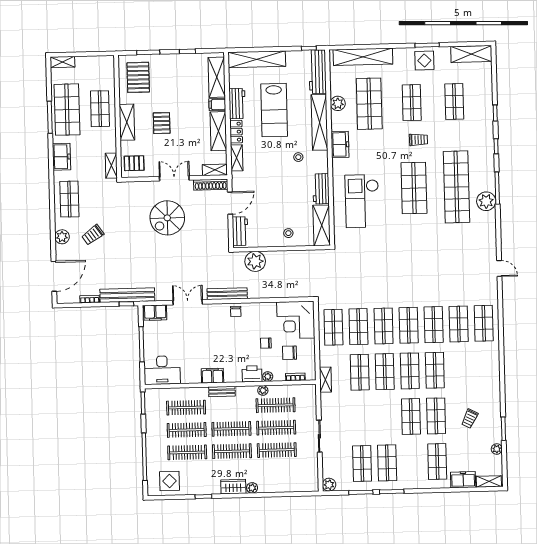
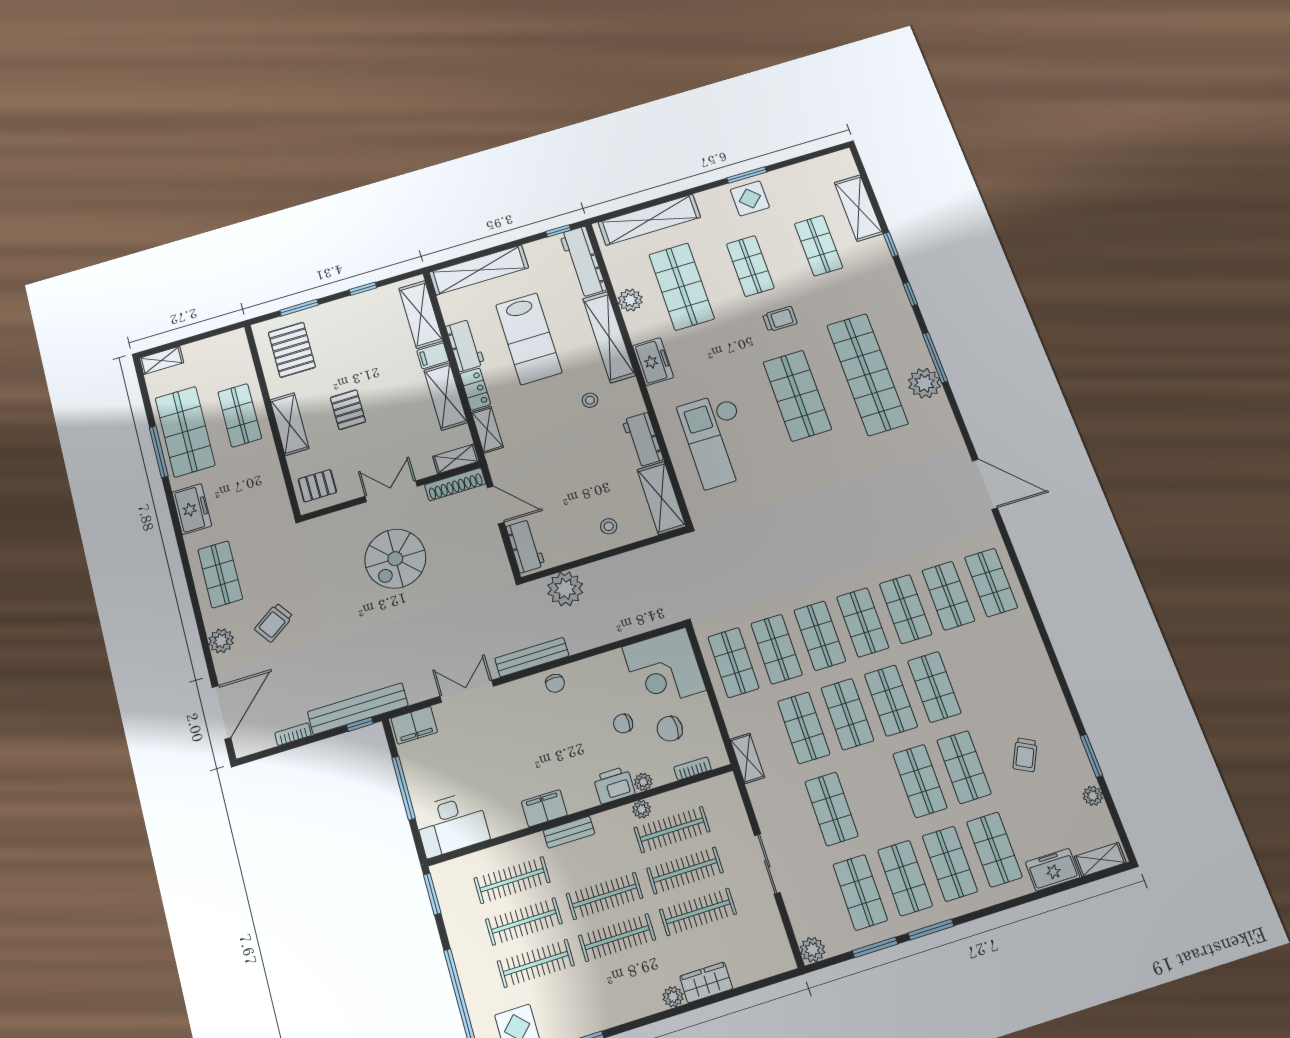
shelving: (471, 54) -> (859, 208), moved, turned 90
shelving: (111, 166) -> (280, 500), removed
door: (230, 203) -> (496, 505), hinge flipped
door: (499, 268) -> (985, 484), width x1.88
shop shelf: (361, 418) -> (831, 809), added
shop shelf: (412, 462) -> (950, 864), added
wardrobe: (233, 487) -> (706, 982), moved

